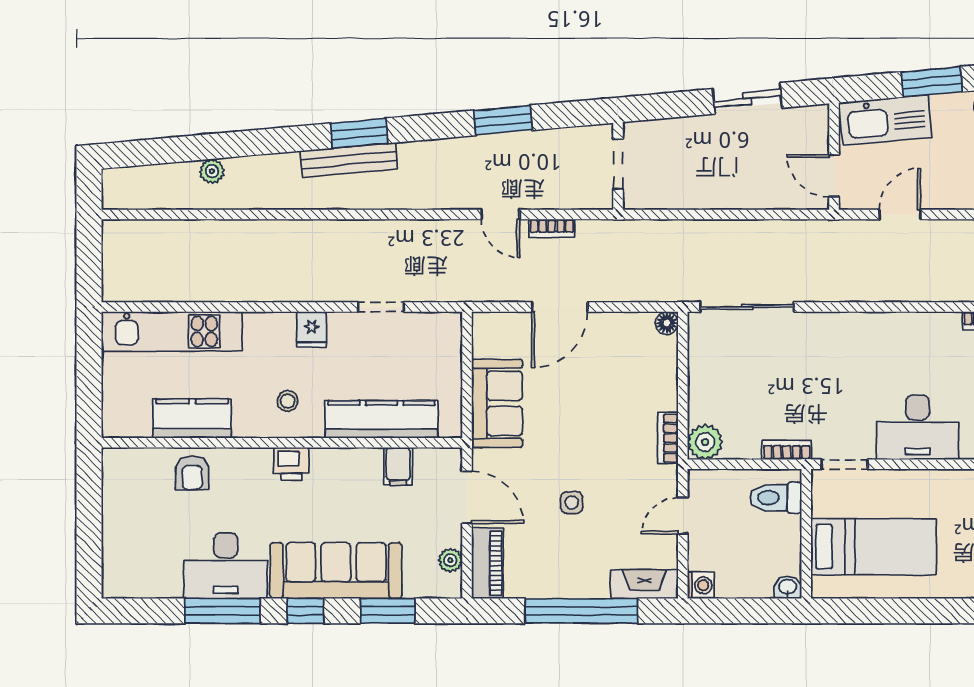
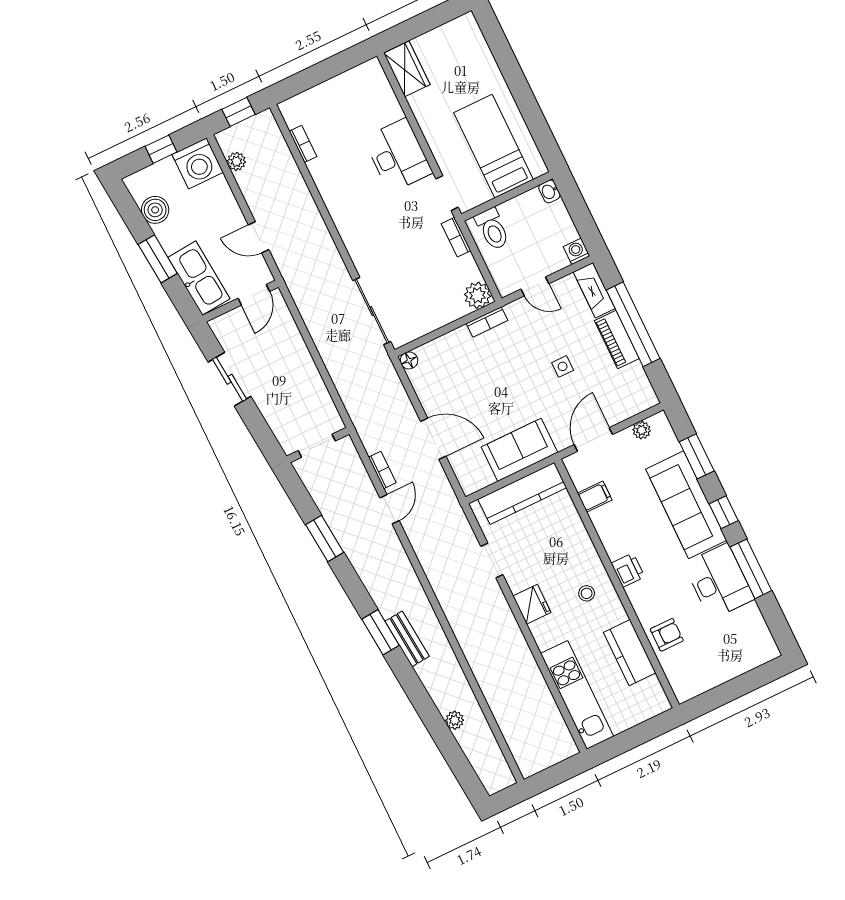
bench: (349, 160) -> (407, 639), width x0.73
fridge: (312, 330) -> (532, 604), width x1.38
kitchen counter: (382, 419) -> (522, 493), moved, turned -90
piano: (487, 563) -> (617, 340), moved, turned -90

